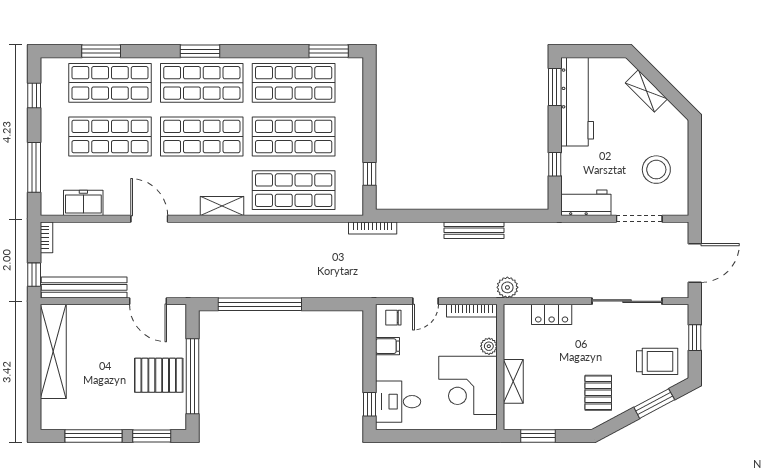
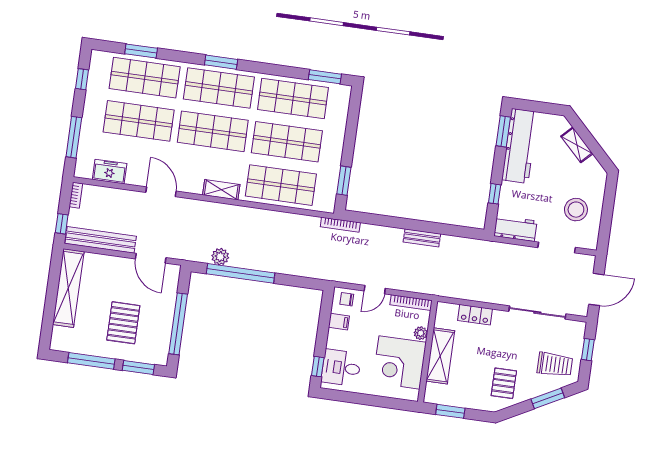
window: (370, 174) -> (344, 181), width x1.50
bench: (474, 230) -> (422, 238), width x0.73
plant: (507, 287) -> (220, 257), moved
pallet: (159, 375) -> (123, 323), moved, turned 90
shelving: (513, 381) -> (440, 356), width x1.50, depth x1.33

